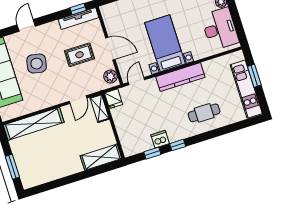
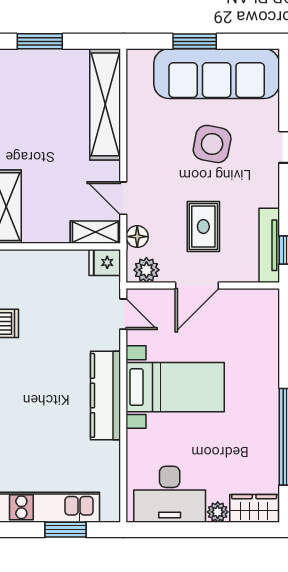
floor lamp: (95, 86) -> (137, 237), added
cafe table: (204, 113) -> (27, 418), removed

